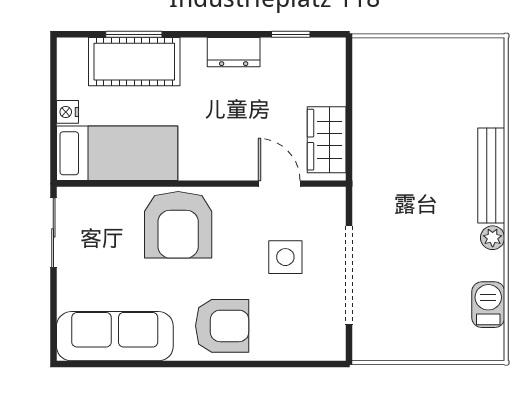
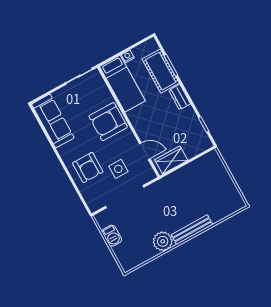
dresser: (234, 52) -> (180, 97), moved
door: (279, 184) -> (145, 151), hinge flipped
plant: (493, 238) -> (163, 241), width x1.87, depth x1.87
barbecue: (488, 305) -> (112, 236), moved, turned 90
armchair: (222, 326) -> (88, 167), moved

